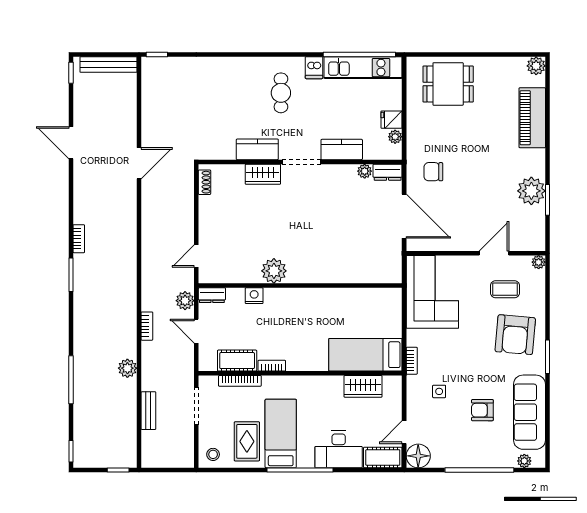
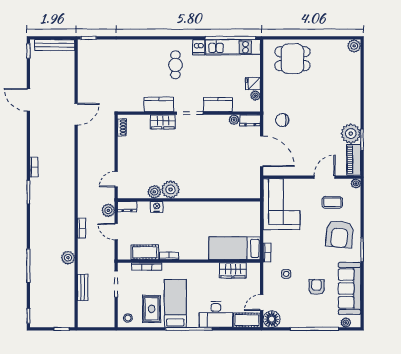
piano: (532, 118) -> (354, 160), moved, width x0.73, depth x0.75
plant: (251, 274) -> (154, 192), added
armchair: (482, 410) -> (317, 287), turned 90

